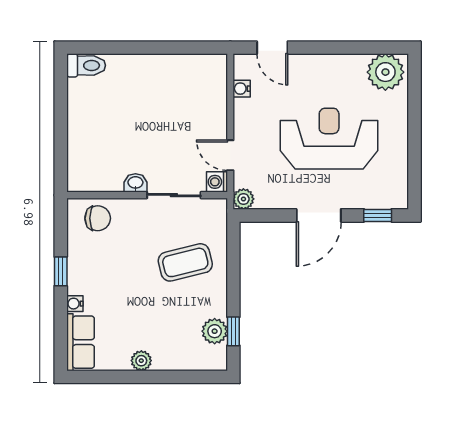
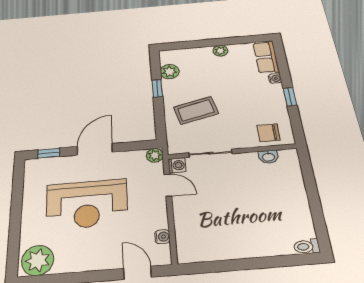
toilet: (86, 65) -> (307, 246), width x0.73, depth x0.72
washbasin: (135, 183) -> (268, 157), moved
window: (233, 331) -> (157, 88), moved

